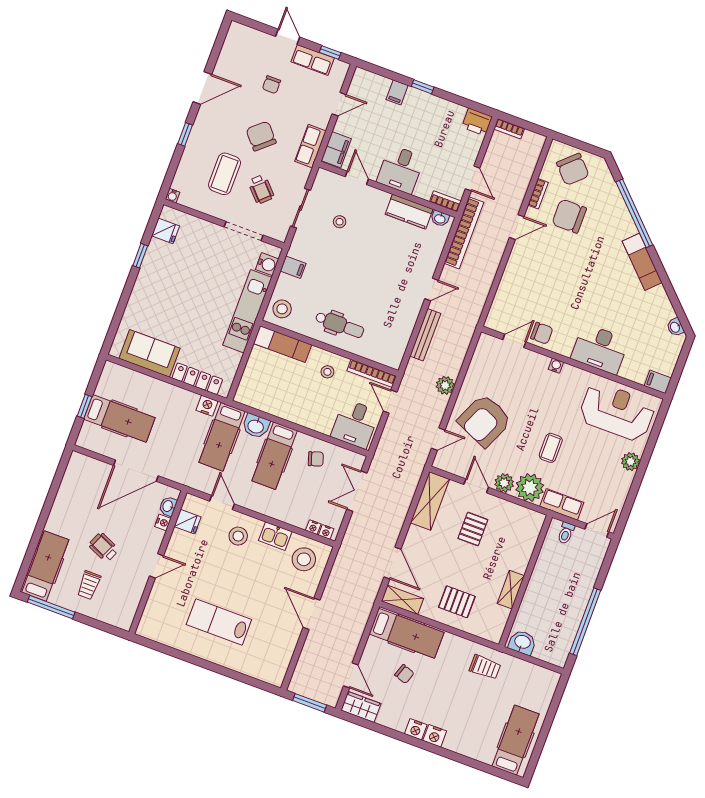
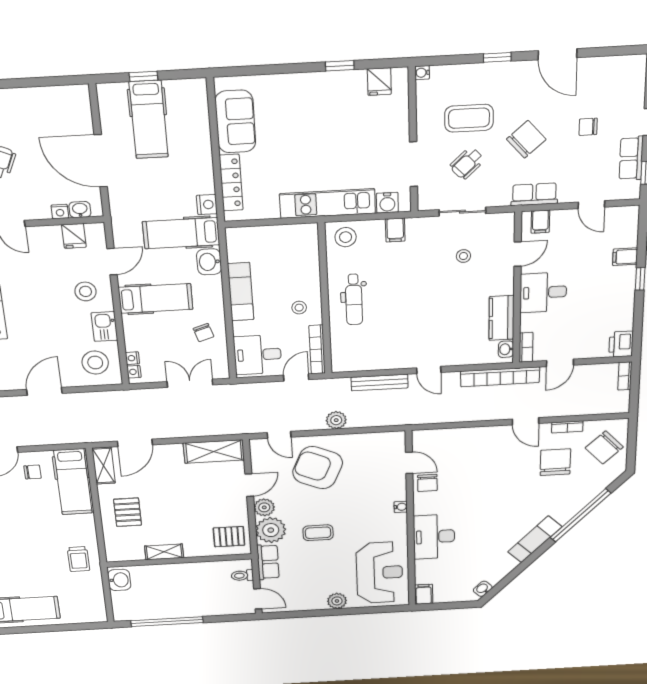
filing cabinet: (336, 150) -> (540, 222), width x0.50
exam couch: (283, 344) -> (241, 292), moved, turned 180
hospital bed: (275, 456) -> (156, 298), moved, turned 180
pallet: (473, 529) -> (229, 537), moved
chair: (404, 674) -> (33, 472), moved, turned -109

